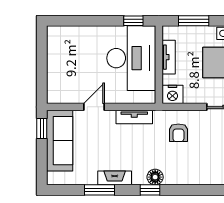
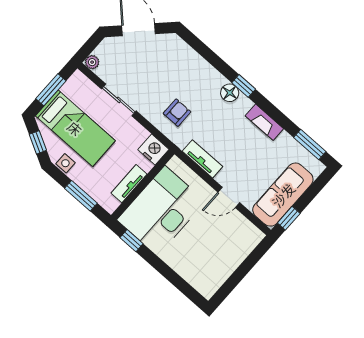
window: (99, 190) -> (310, 144), moved

